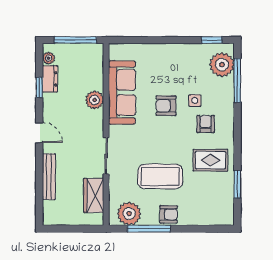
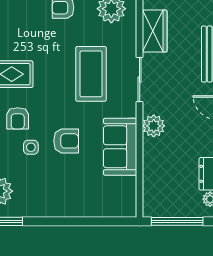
sofa: (122, 93) -> (120, 147), width x0.73
plant: (95, 100) -> (154, 126), moved
coffee table: (160, 176) -> (91, 74), moved, turned 90

